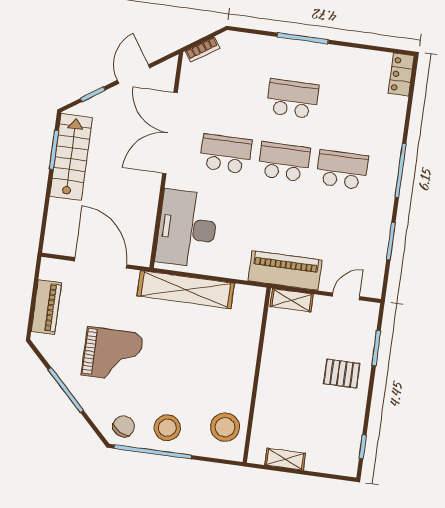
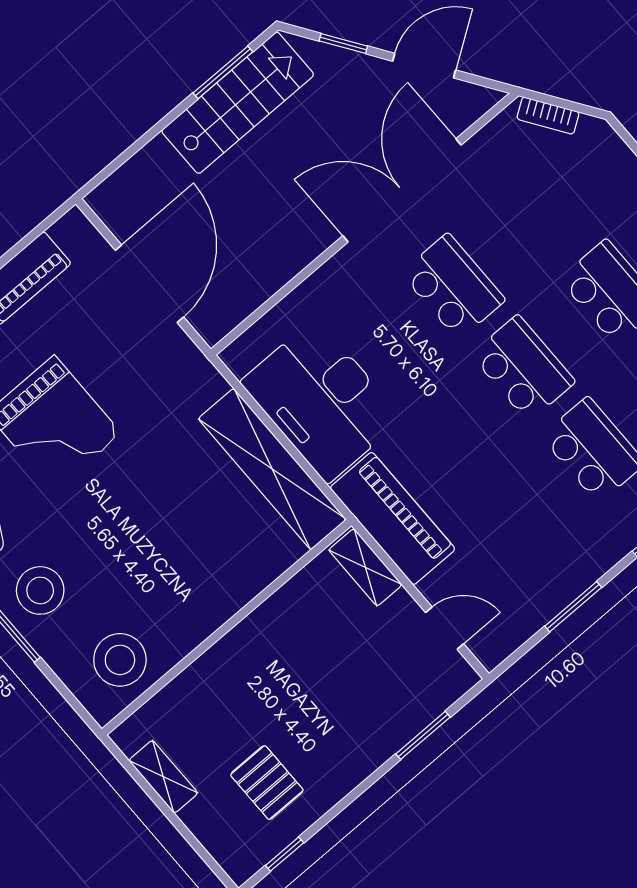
desk: (187, 229) -> (322, 400), moved, turned -90
shelving: (186, 290) -> (272, 469), moved
pallet: (342, 374) -> (267, 783), moved

